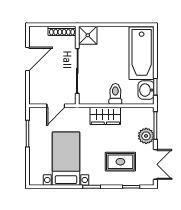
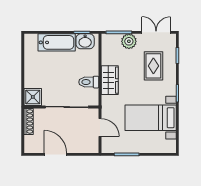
bathtub: (142, 53) -> (57, 42), width x0.73, depth x0.73
toilet: (115, 94) -> (89, 82), moved

